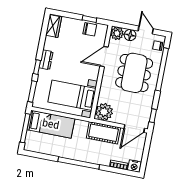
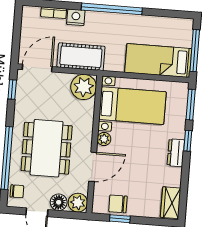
plant: (94, 75) -> (104, 139), added
nightstand: (134, 166) -> (76, 17), moved

